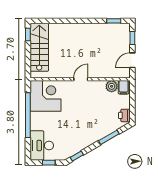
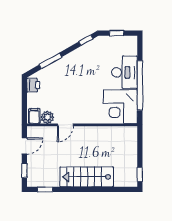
stairs: (39, 47) -> (87, 177), moved, turned 90
door: (81, 79) -> (65, 125), moved
desk: (42, 146) -> (124, 72), moved

